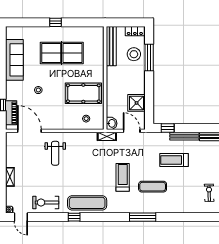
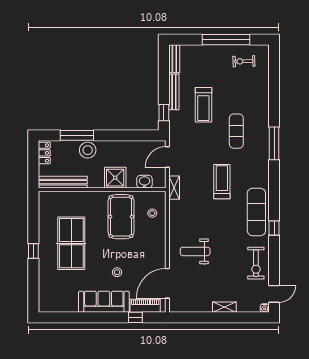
stool: (134, 54) -> (88, 150), moved
sofa: (14, 60) -> (104, 302), moved
shower: (137, 103) -> (115, 178), moved
washbasin: (112, 123) -> (144, 182), moved
weight bench: (55, 153) -> (195, 251), turned 180
treadmill: (123, 177) -> (222, 182), moved, turned 90

